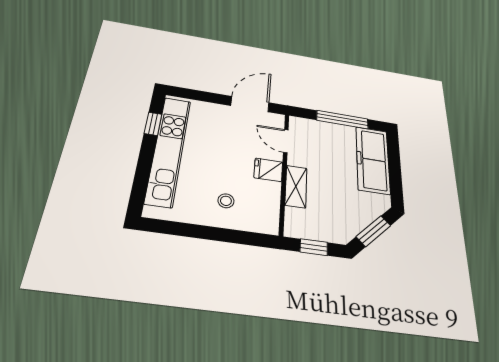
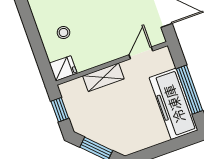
freezer: (373, 160) -> (174, 104), moved, turned -90
fridge: (268, 170) -> (63, 68), moved, turned 90

